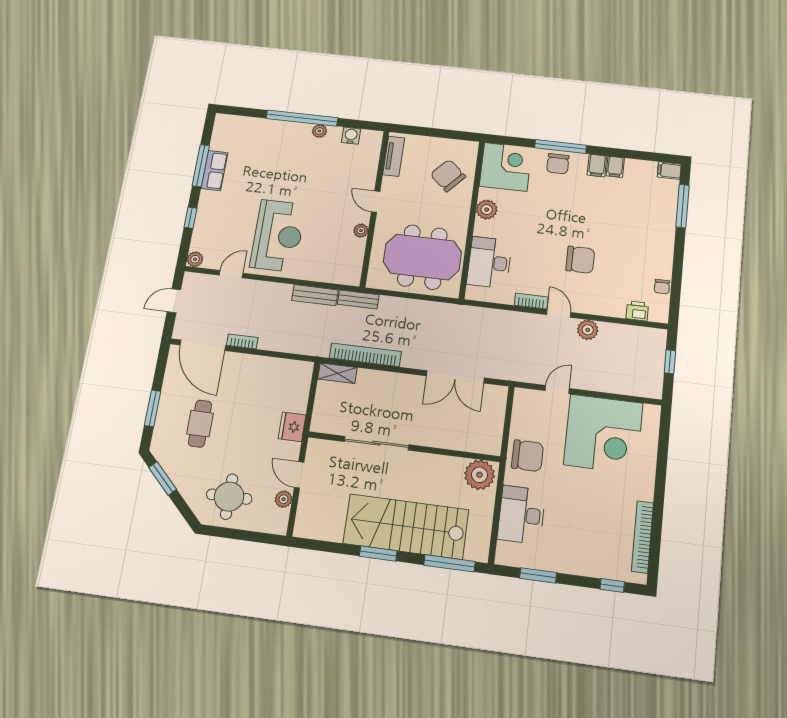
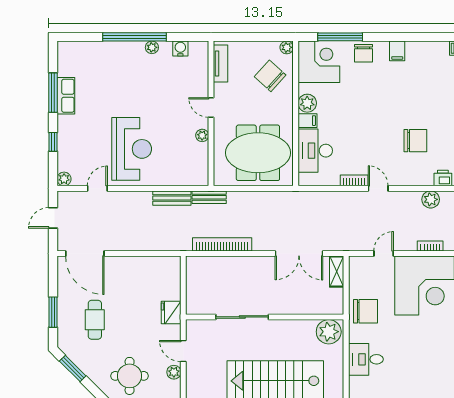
window: (560, 146) -> (340, 37), moved
plant: (471, 148) -> (287, 47), added
filing cabinet: (615, 167) -> (307, 121), moved, turned -90
chair: (580, 260) -> (415, 141), moved
plant: (588, 330) -> (431, 199), moved
bookcase: (242, 341) -> (430, 246), moved
shelving: (337, 373) -> (337, 272), moved, turned 90
desk: (521, 515) -> (366, 359), width x0.73

